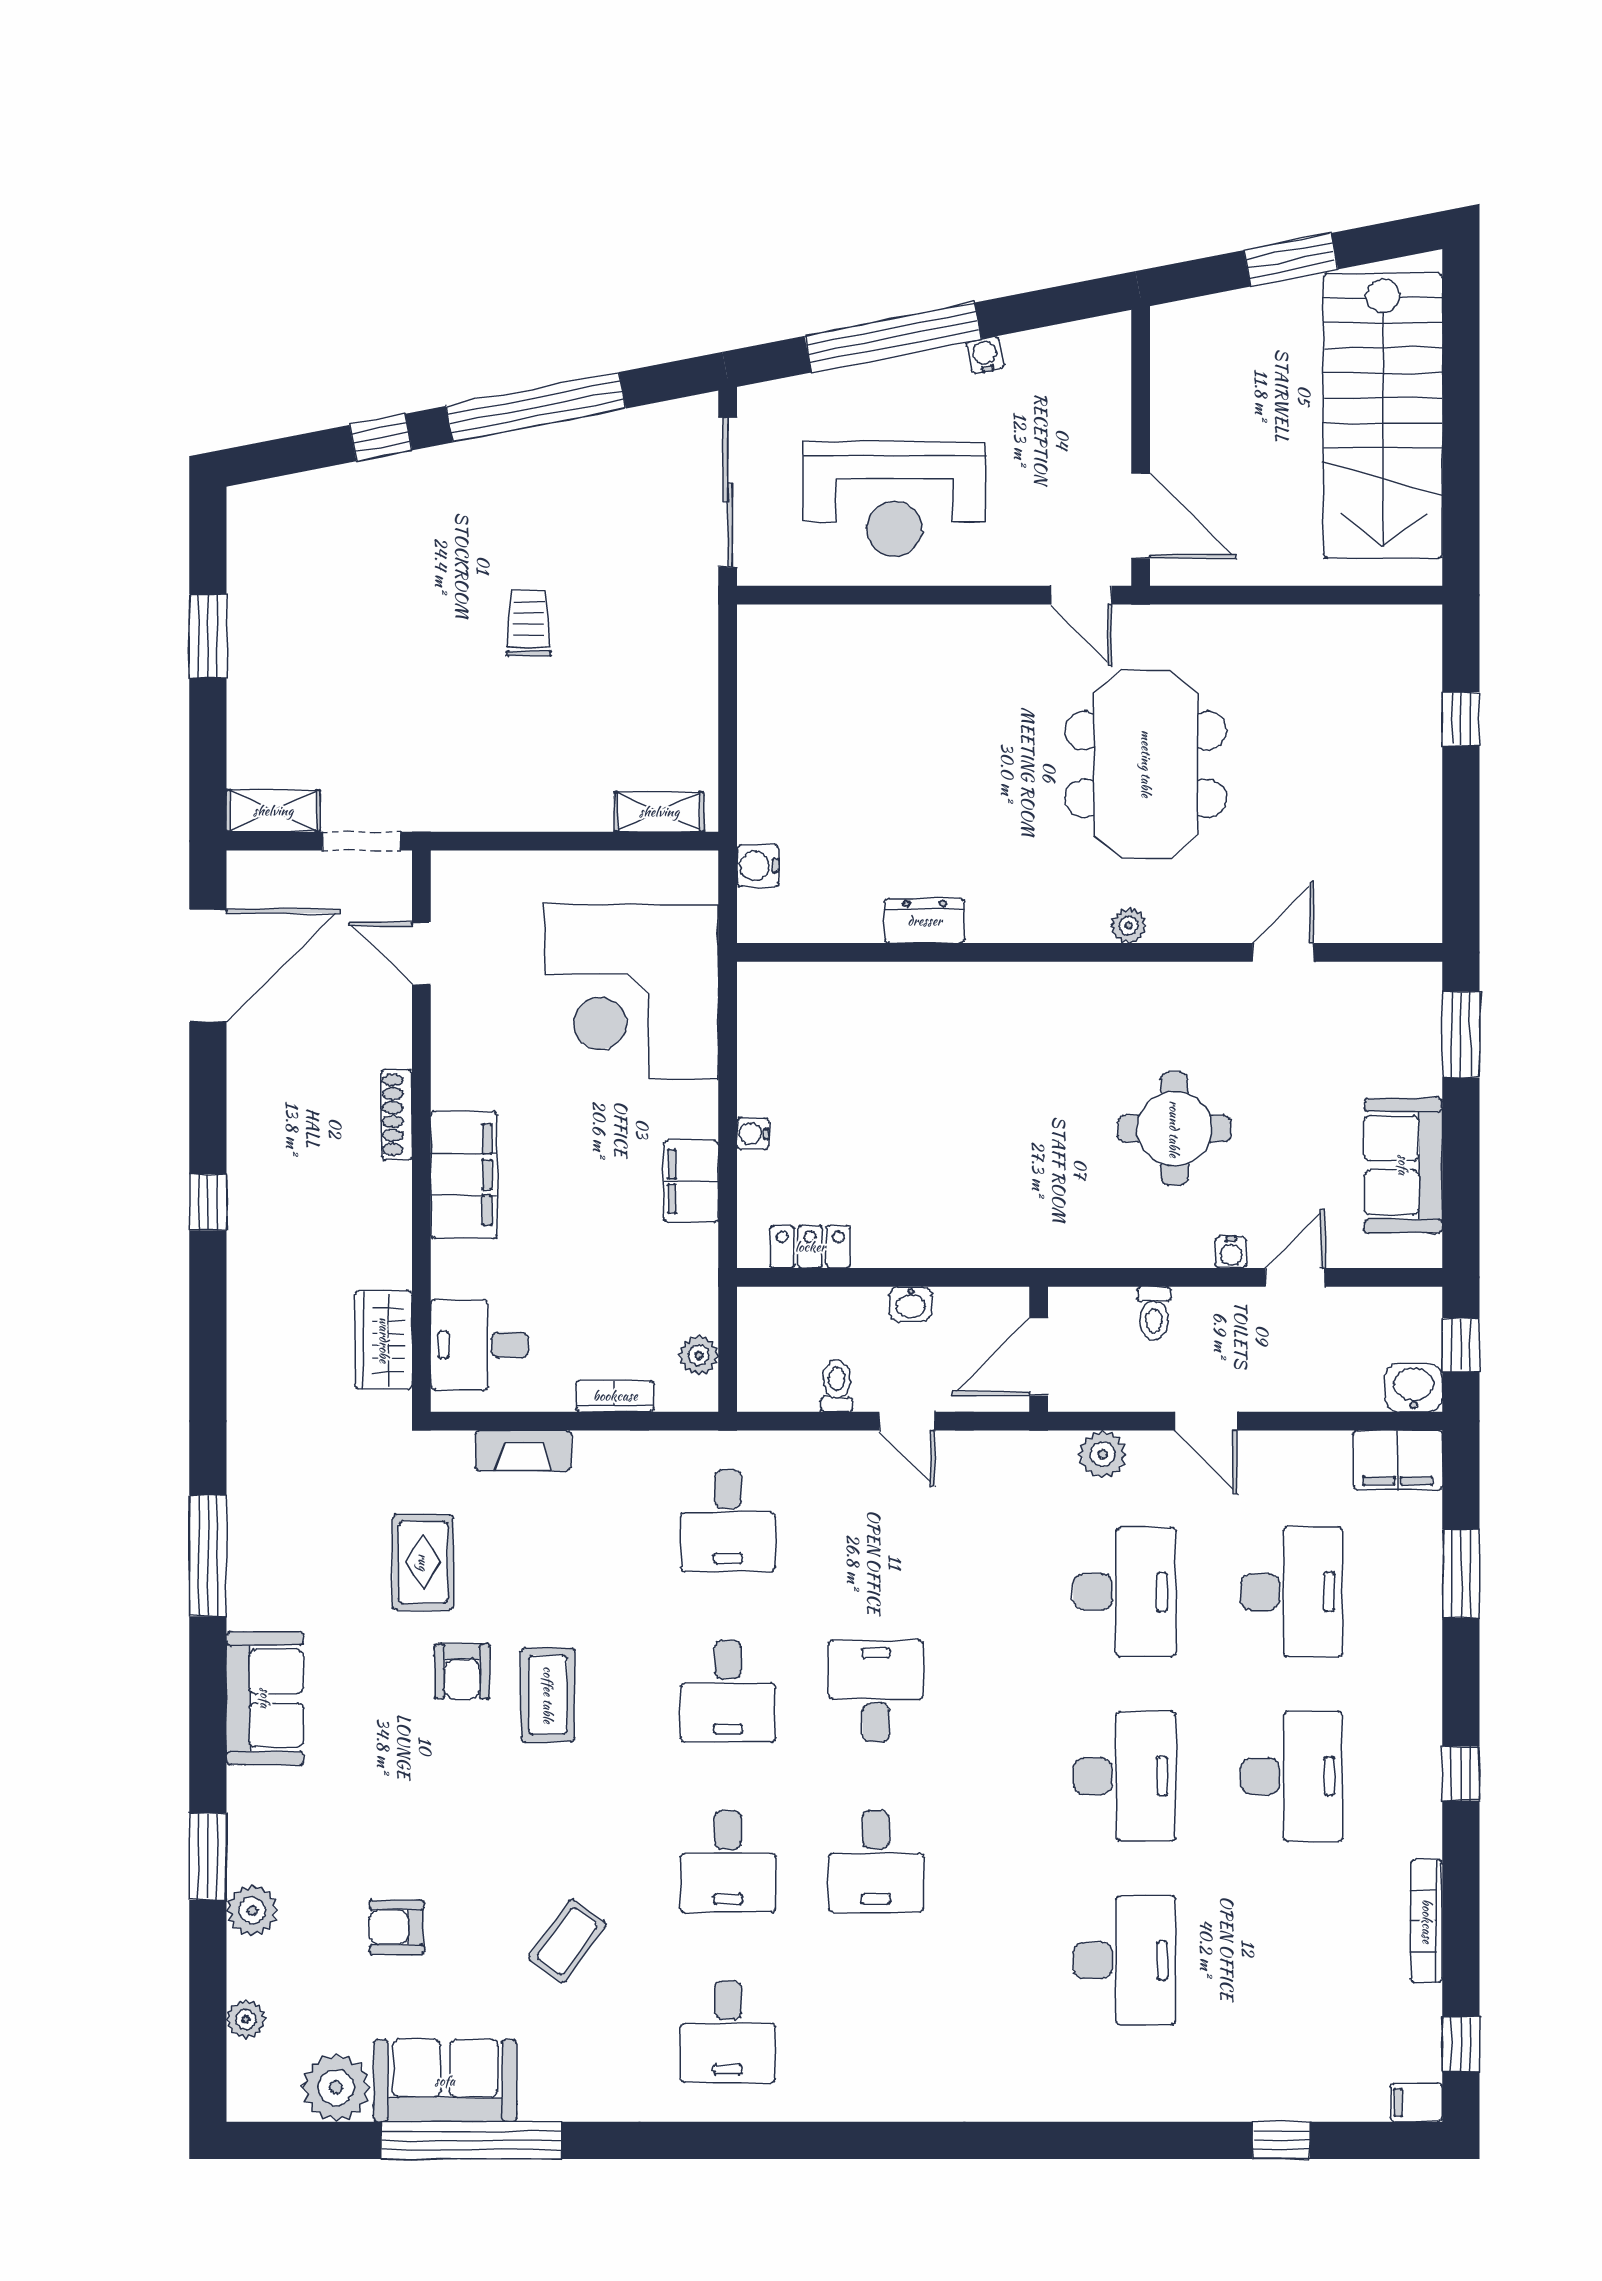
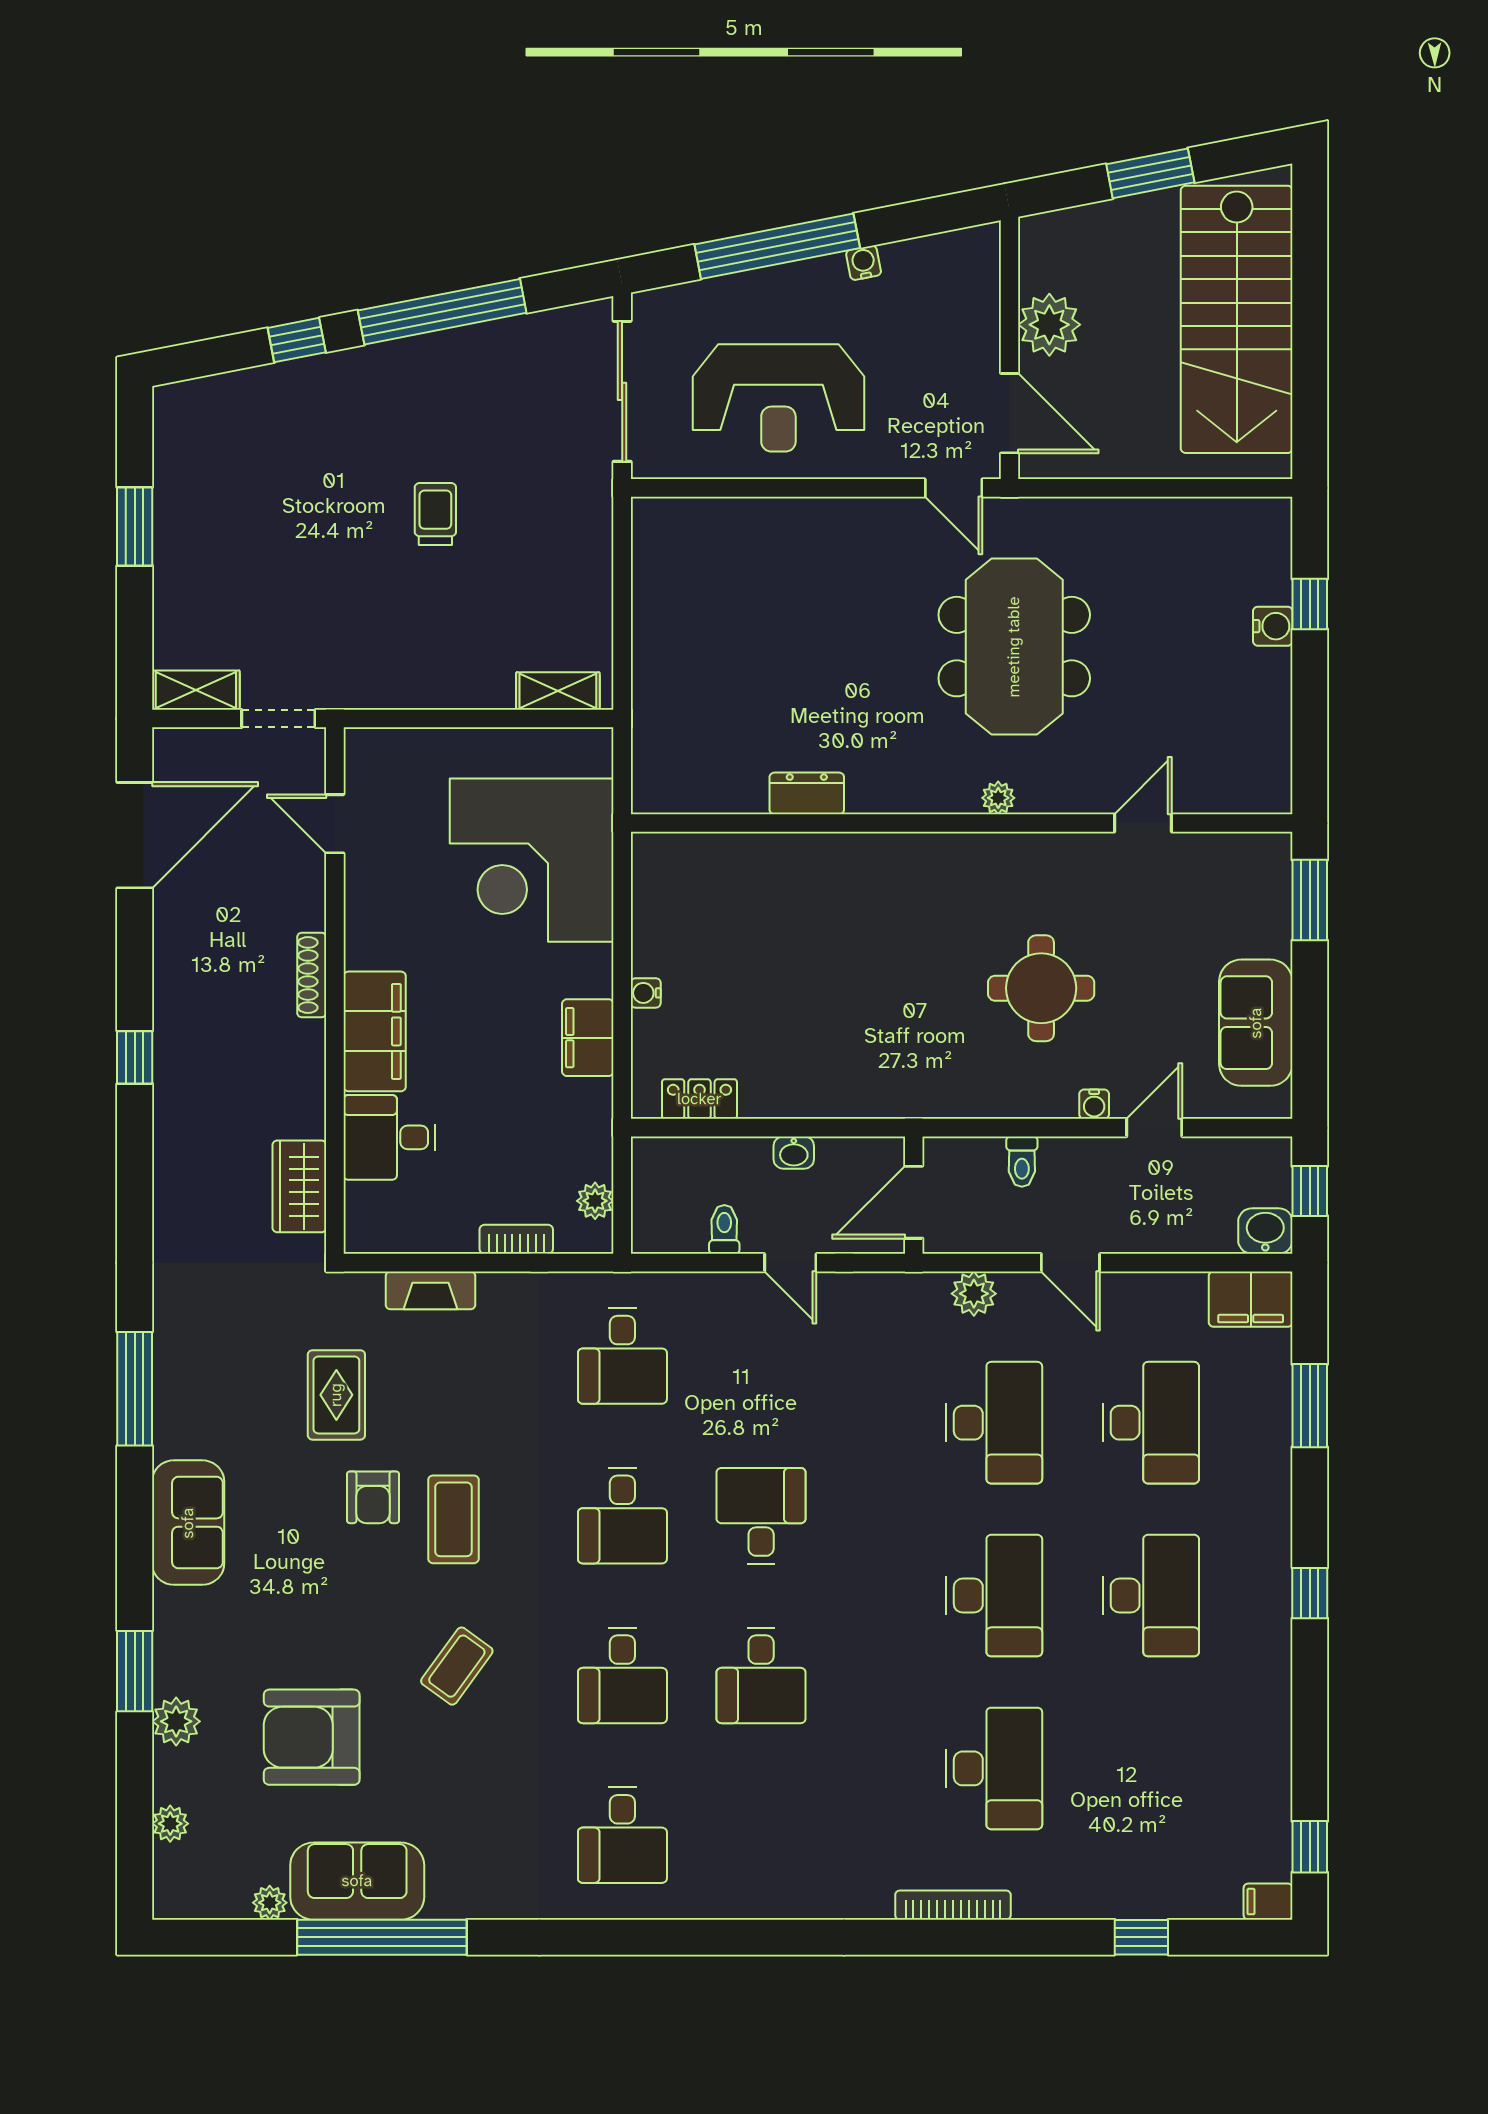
plant: (1183, 421) -> (1049, 325), added
water cooler: (758, 866) -> (1273, 626), moved, turned 180
desk: (480, 1345) -> (389, 1137), moved
bookcase: (1427, 1921) -> (953, 1905), moved, turned 90
armchair: (397, 1927) -> (312, 1737), width x1.88, depth x1.88
coffee table: (567, 1941) -> (457, 1666), moved
plant: (336, 2088) -> (270, 1903), width x0.53, depth x0.53

